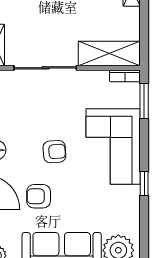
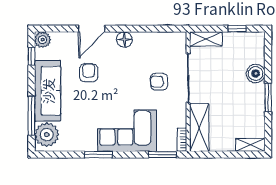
armchair: (54, 152) -> (159, 82), moved, turned 94
window: (144, 184) -> (98, 155), width x1.50

